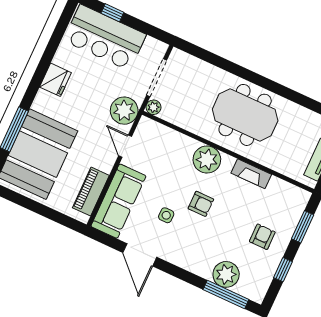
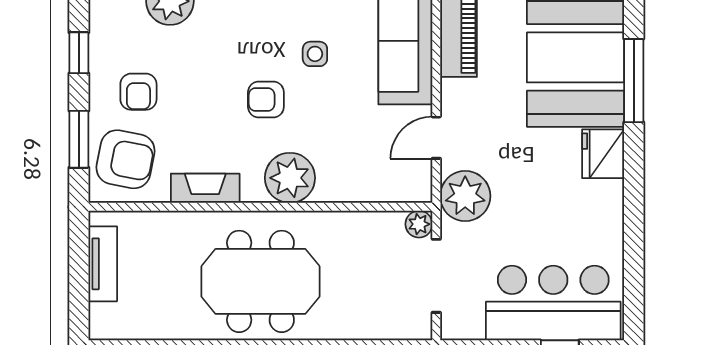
fridge: (55, 80) -> (603, 154), moved
door: (125, 146) -> (436, 138), swing flipped
armchair: (284, 206) -> (125, 159), added

